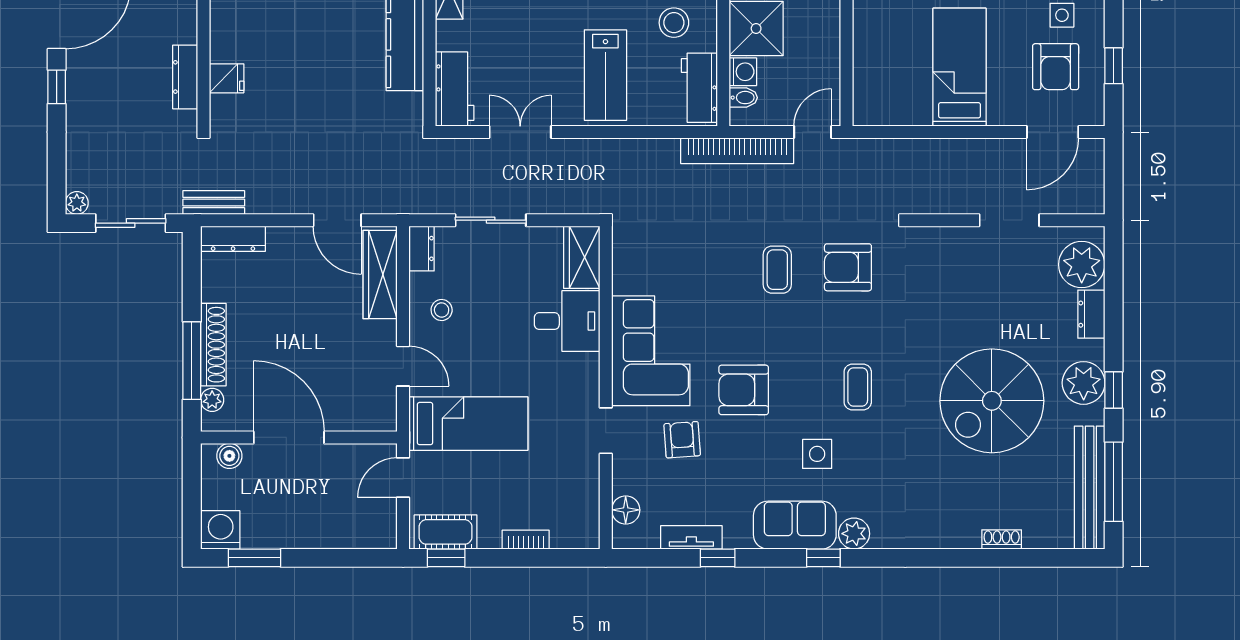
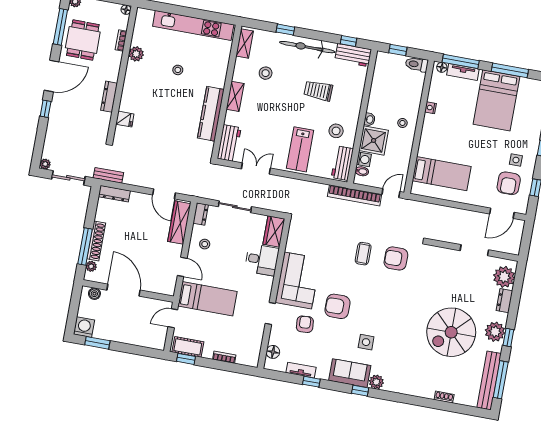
bed: (960, 67) -> (442, 174), moved, turned 90
dresser: (185, 77) -> (109, 97), moved
coffee table: (858, 387) -> (390, 315), removed

